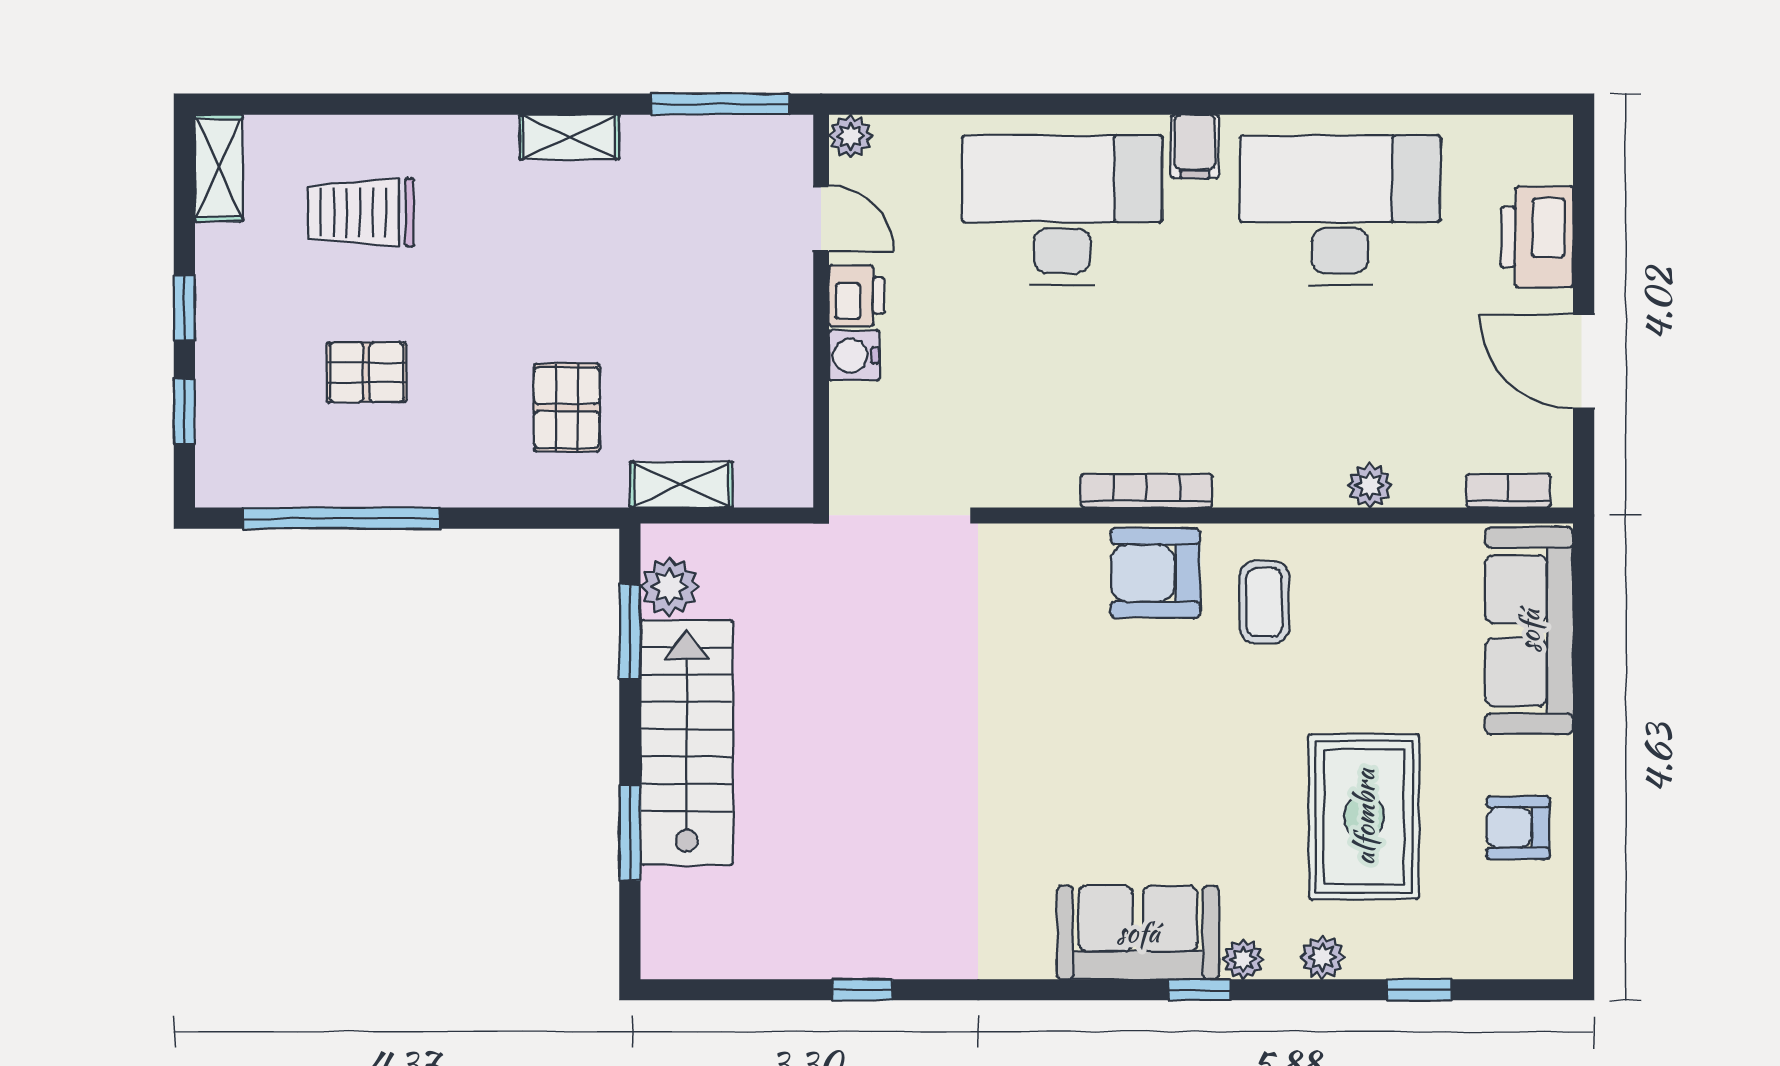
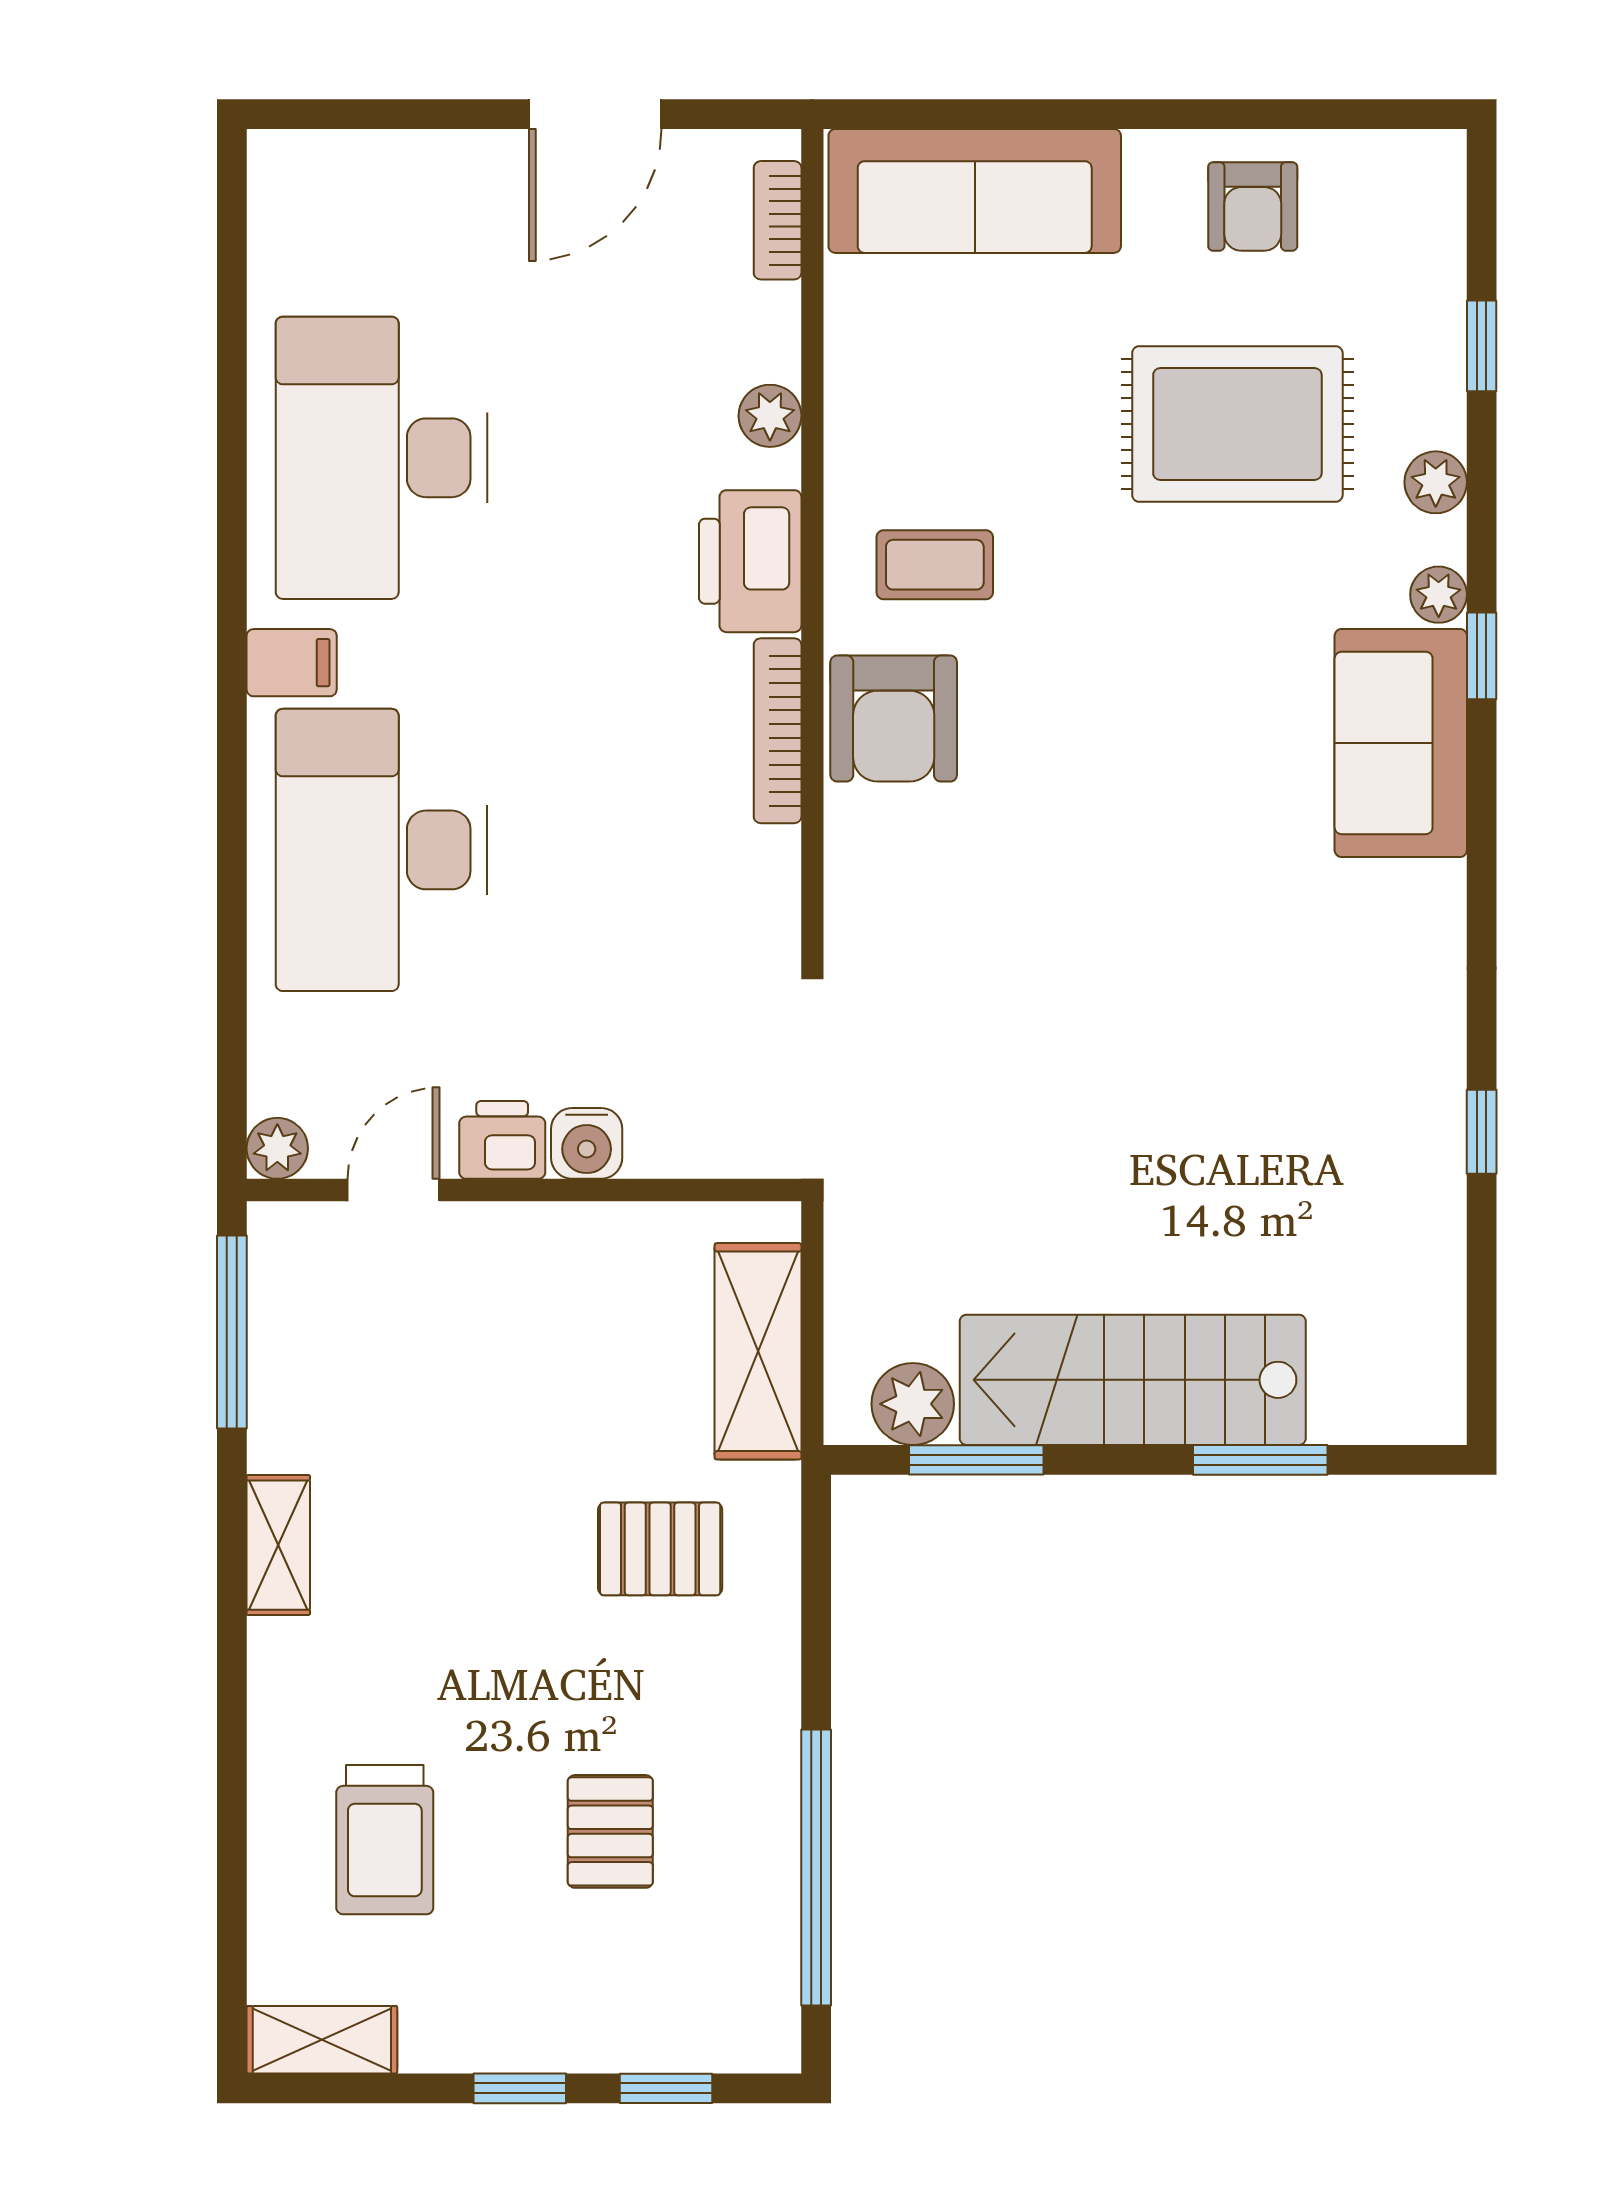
printer: (1537, 237) -> (750, 561), moved, turned 90
shelving: (681, 485) -> (758, 1351), width x1.50, depth x1.33

